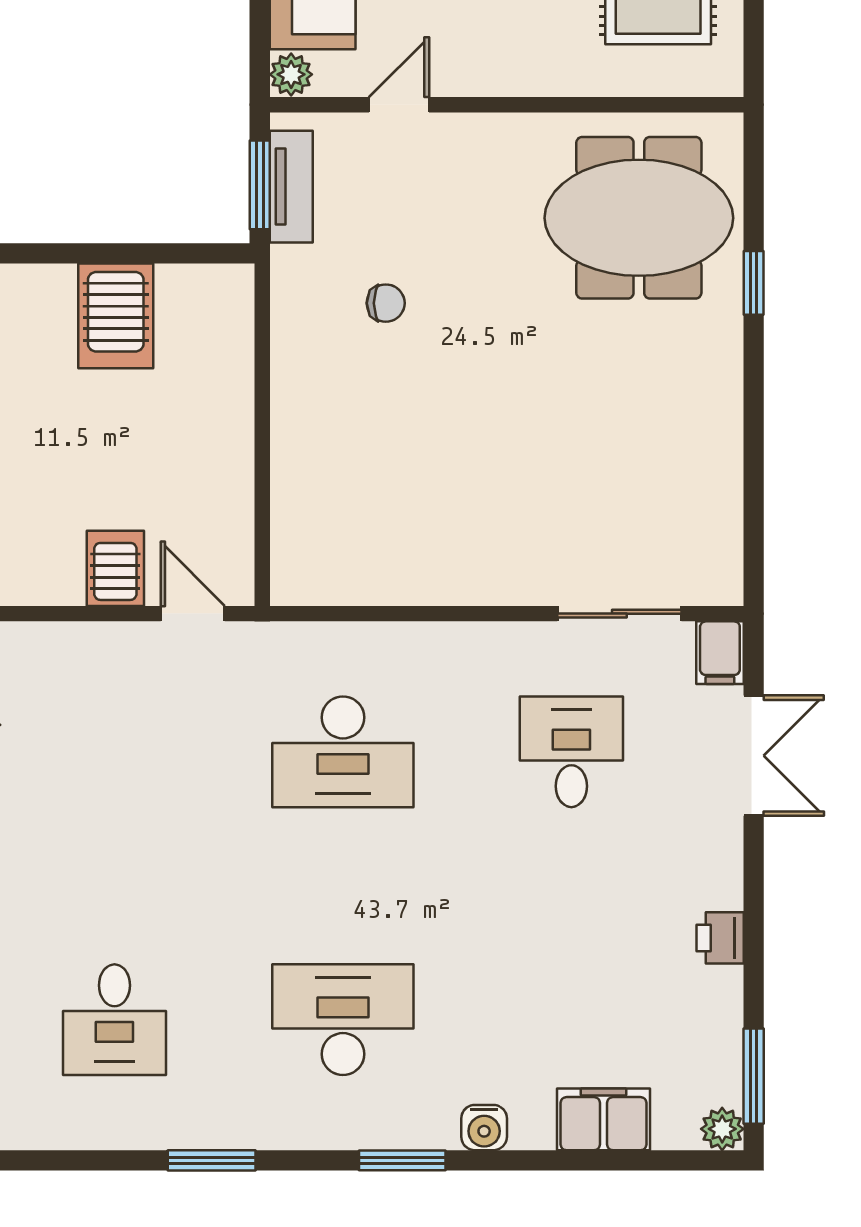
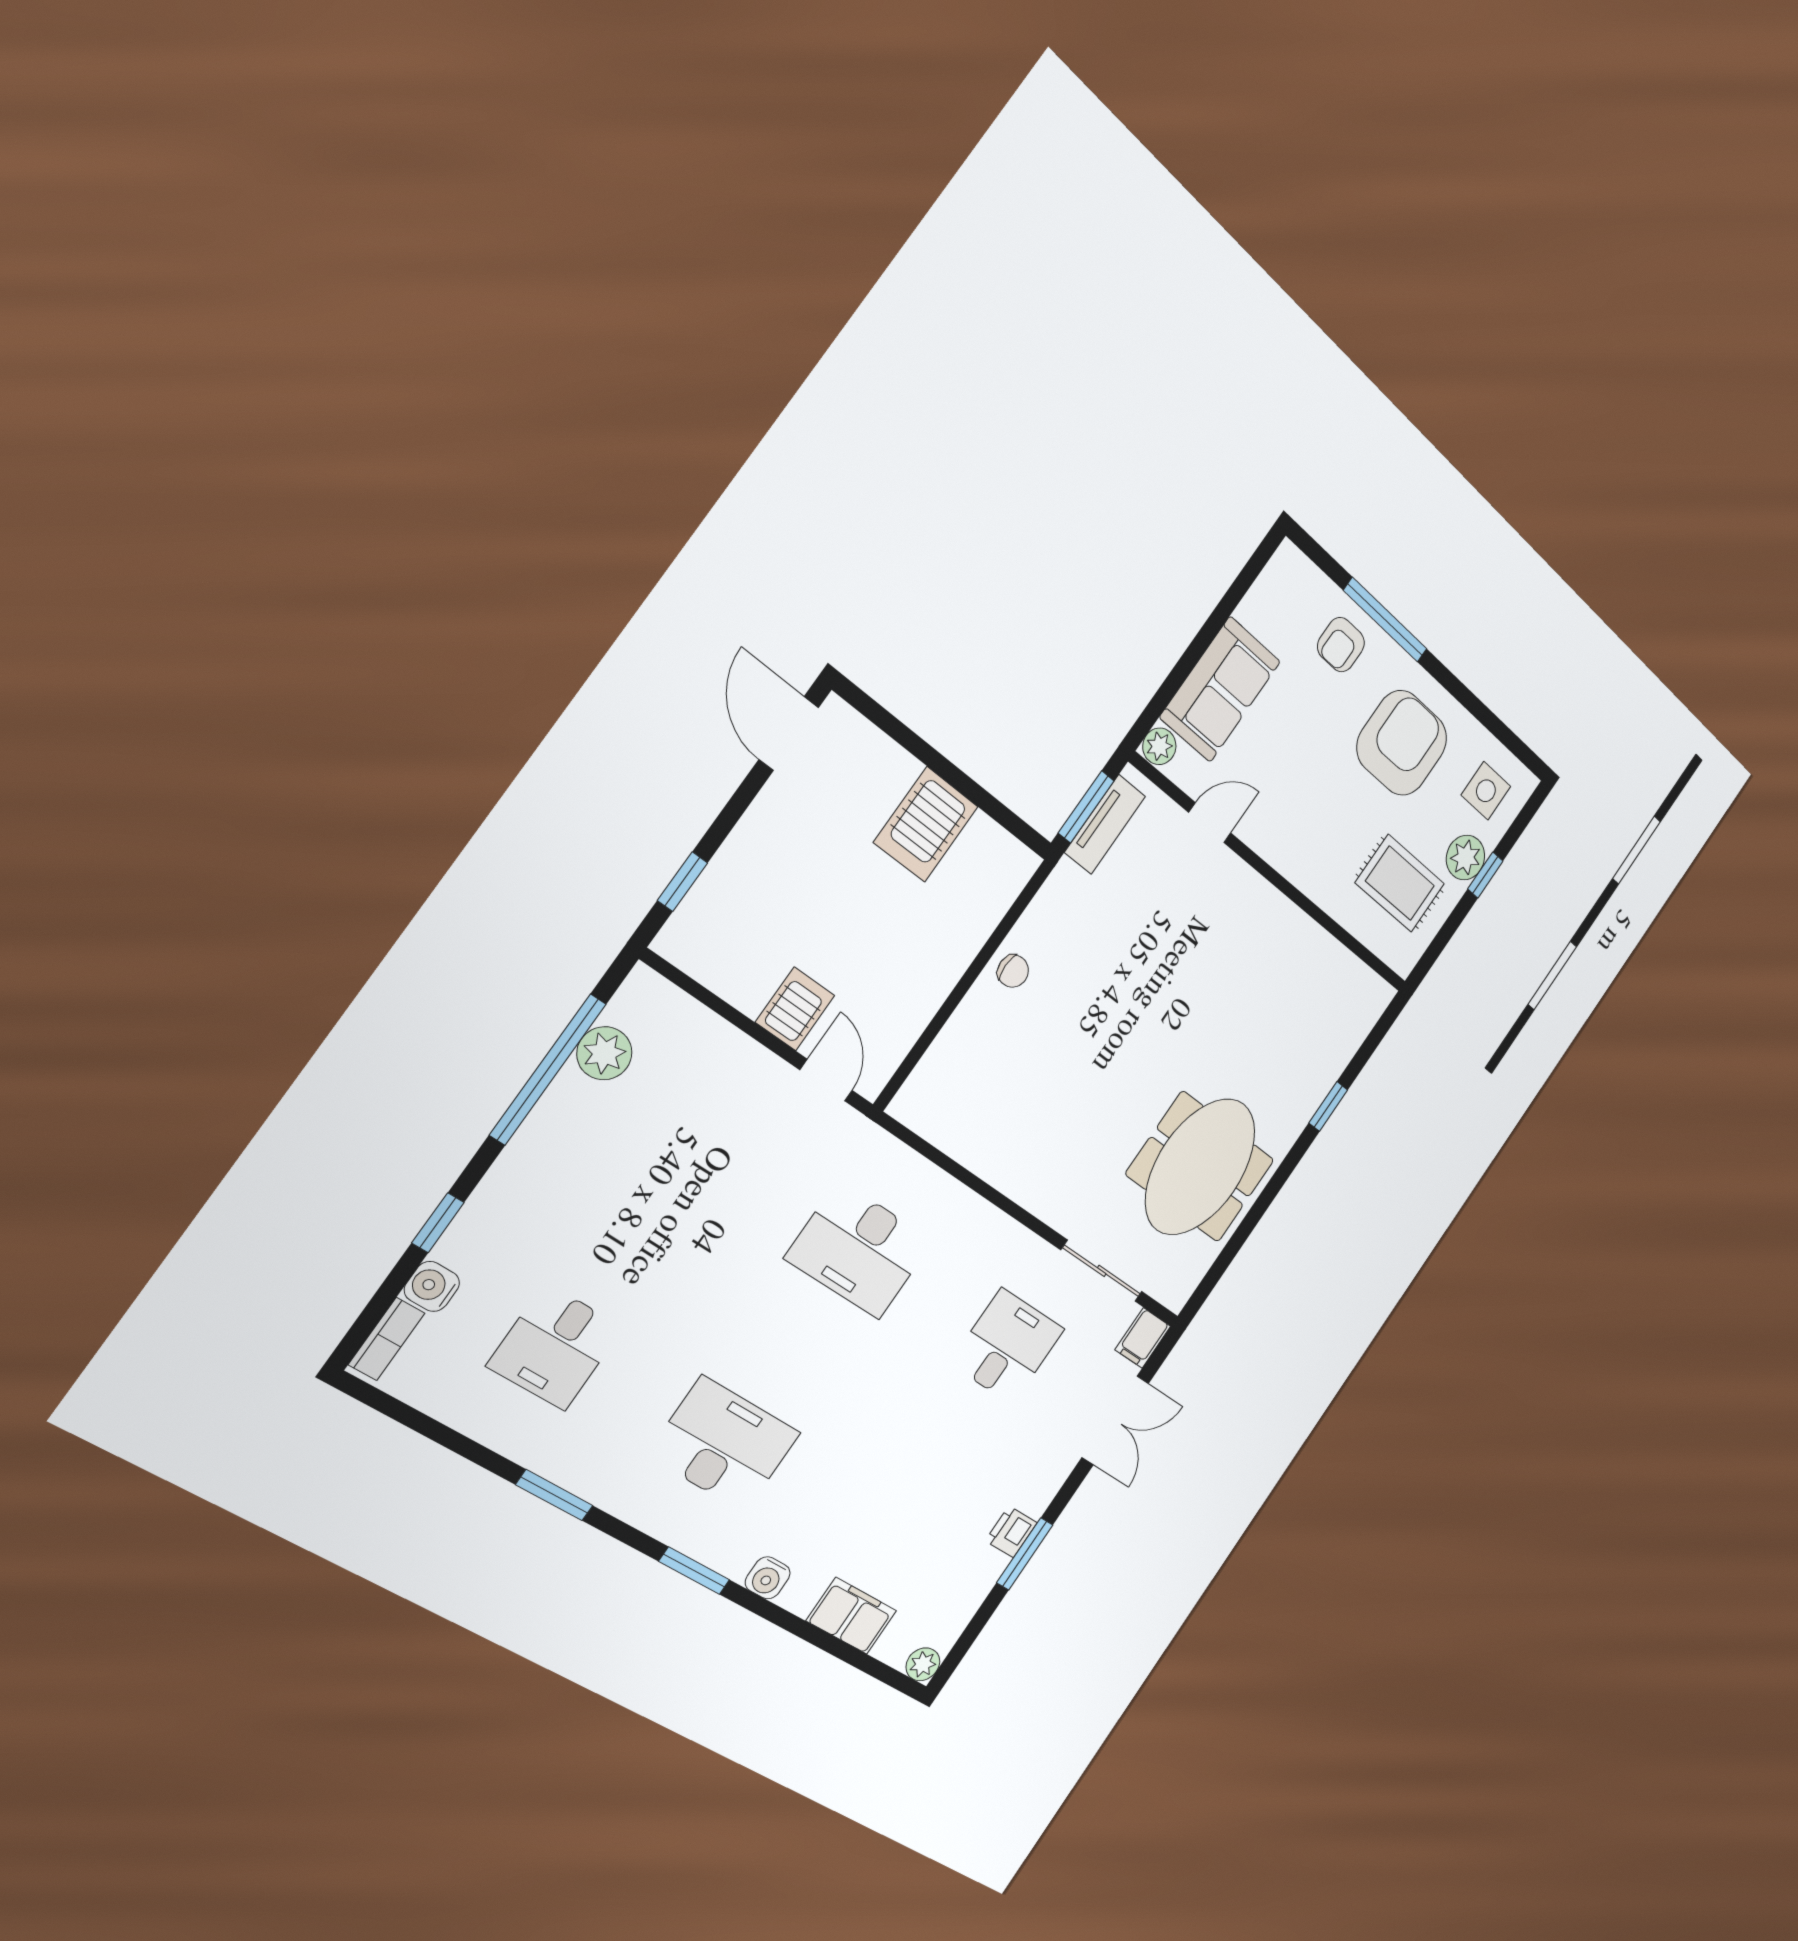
meeting table: (639, 218) -> (1200, 1167), moved, turned 90
chair: (386, 303) -> (1013, 971), moved
window: (754, 1076) -> (1025, 1554), moved

